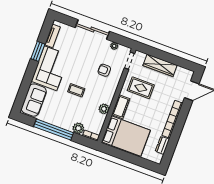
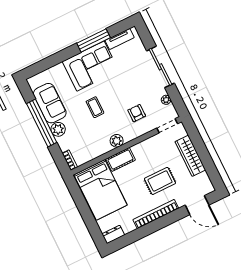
window: (38, 51) -> (94, 40), width x1.44
rug: (141, 88) -> (160, 181), moved, turned 90
sofa: (34, 100) -> (50, 103), moved, turned -90
plant: (104, 109) -> (117, 141), moved
plant: (78, 128) -> (58, 129), moved
dresser: (162, 145) -> (113, 234), moved

